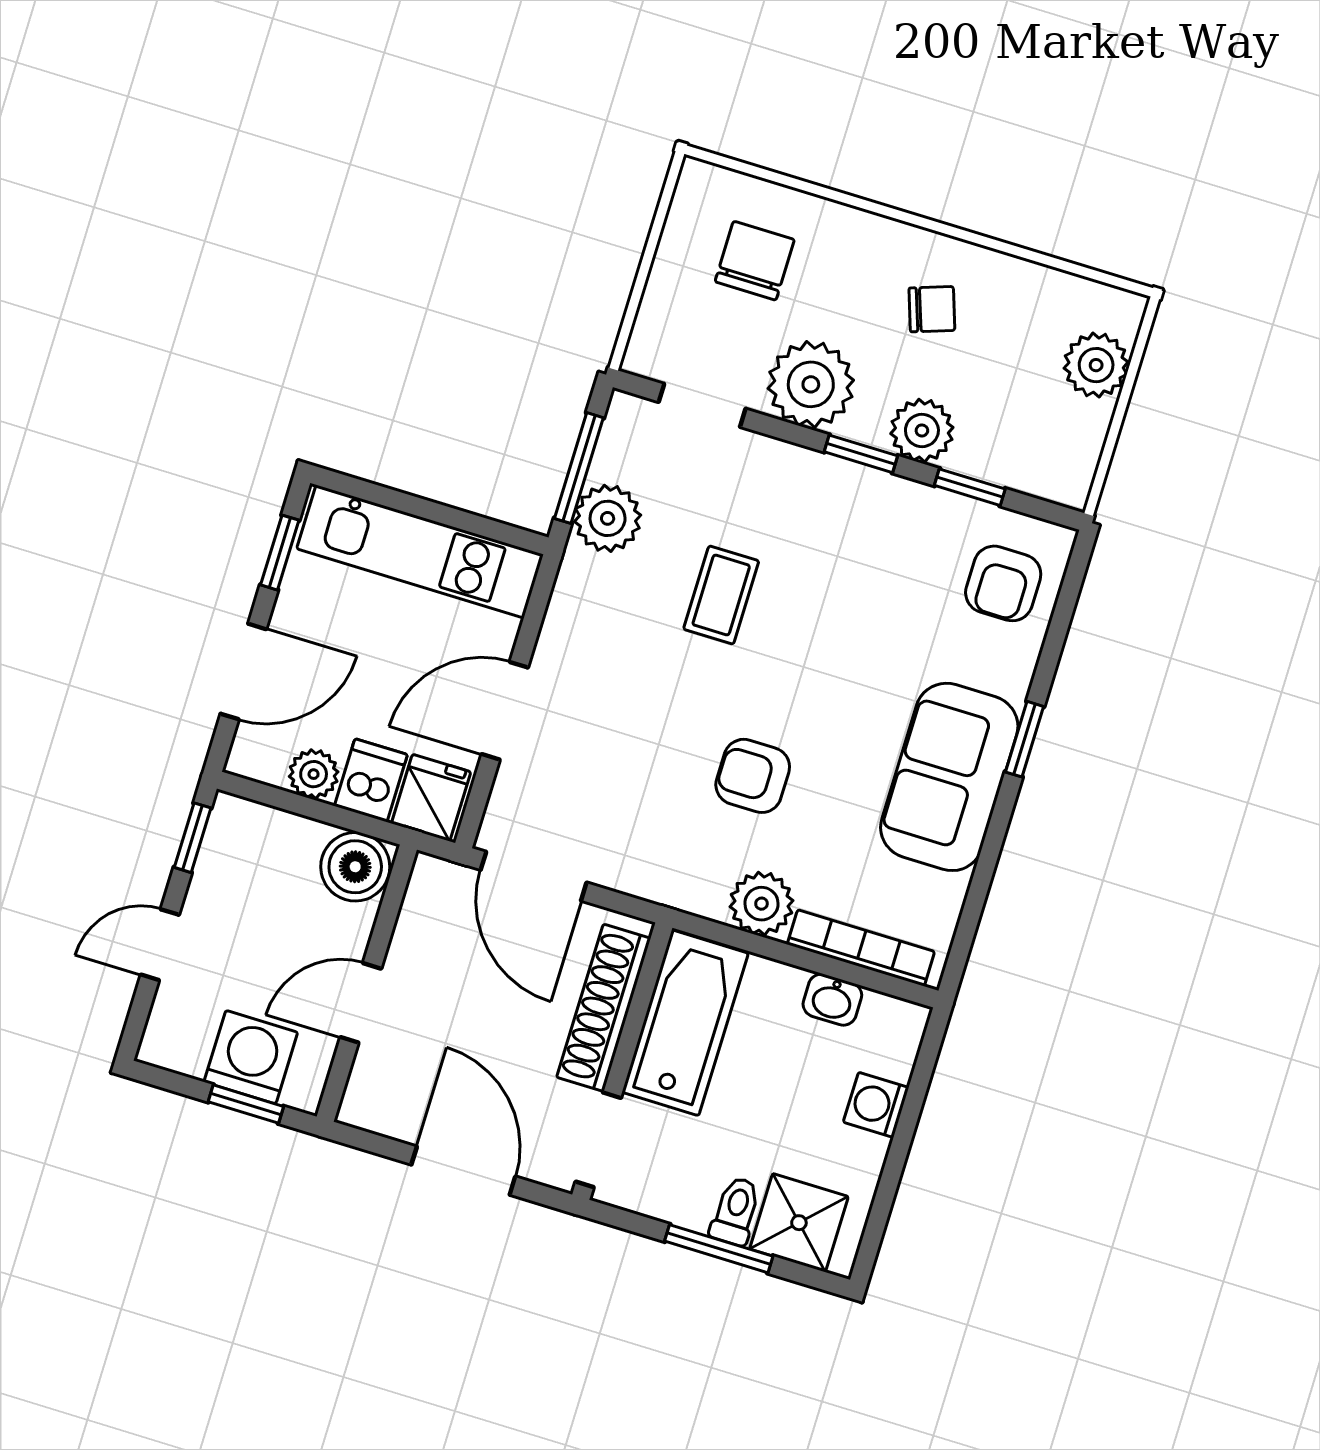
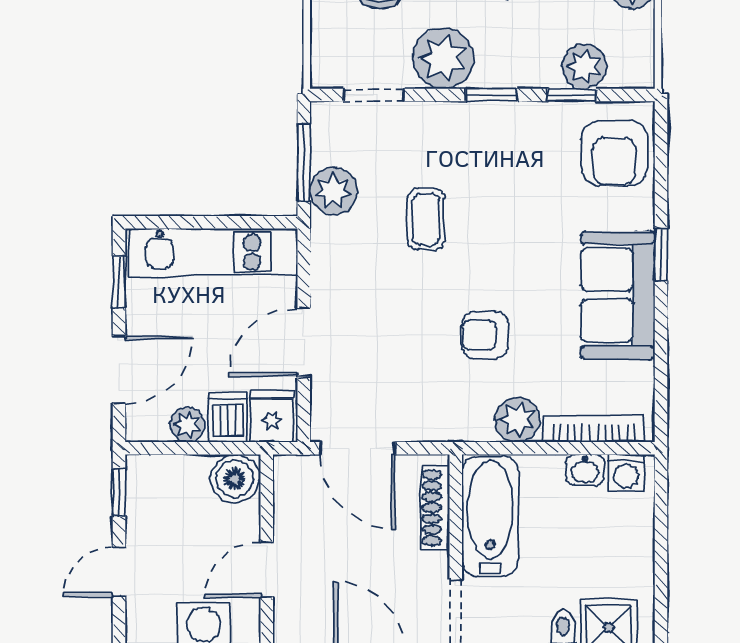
plant: (922, 430) -> (584, 67), moved
armchair: (1003, 583) -> (614, 153), width x1.38, depth x1.38
shoe rack: (604, 1008) -> (435, 508), width x0.74, depth x0.81
washing machine: (876, 1105) -> (626, 473), moved, turned -90

